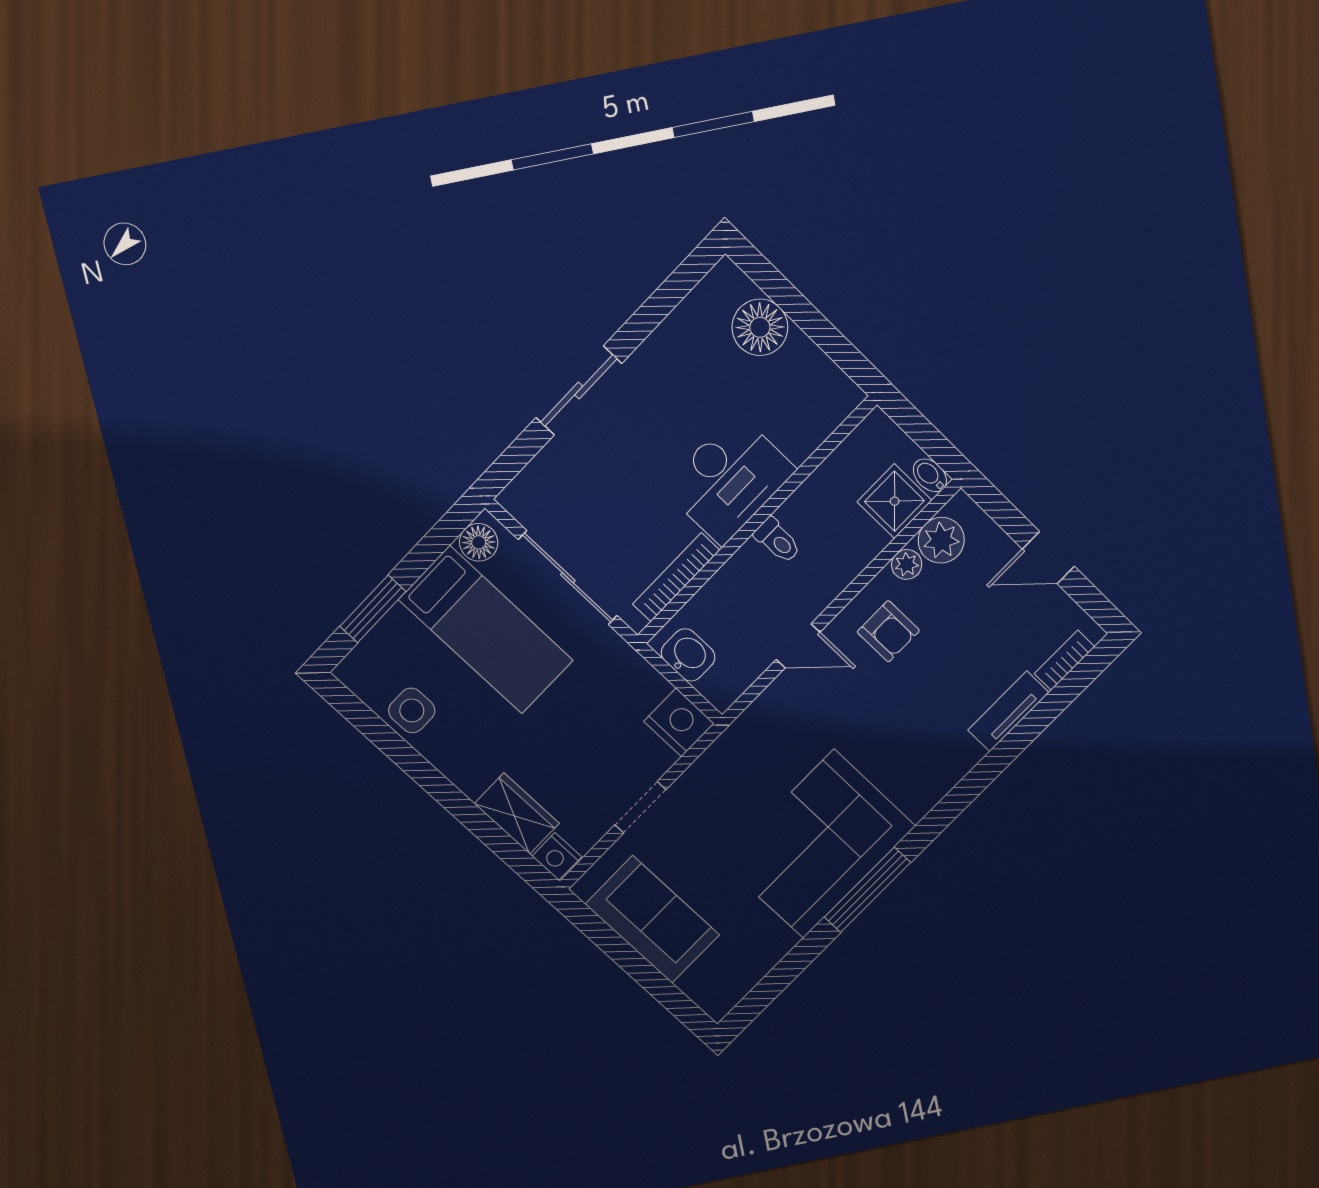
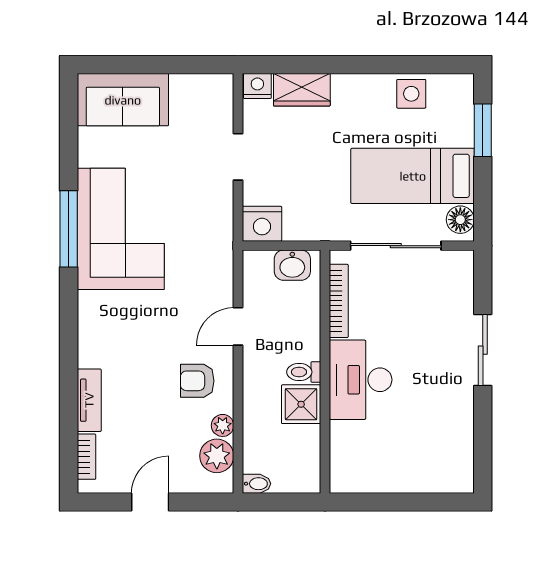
floor lamp: (760, 327) -> (420, 473), removed
shower: (895, 501) -> (301, 404), moved
sofa: (652, 920) -> (123, 100), moved

